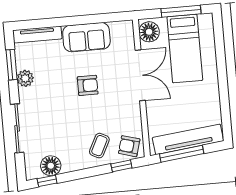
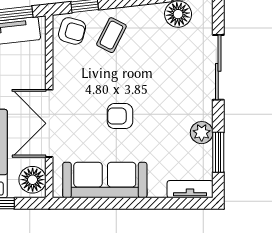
tv unit: (37, 35) -> (190, 189), width x0.71
sofa: (86, 37) -> (105, 180), width x1.36

